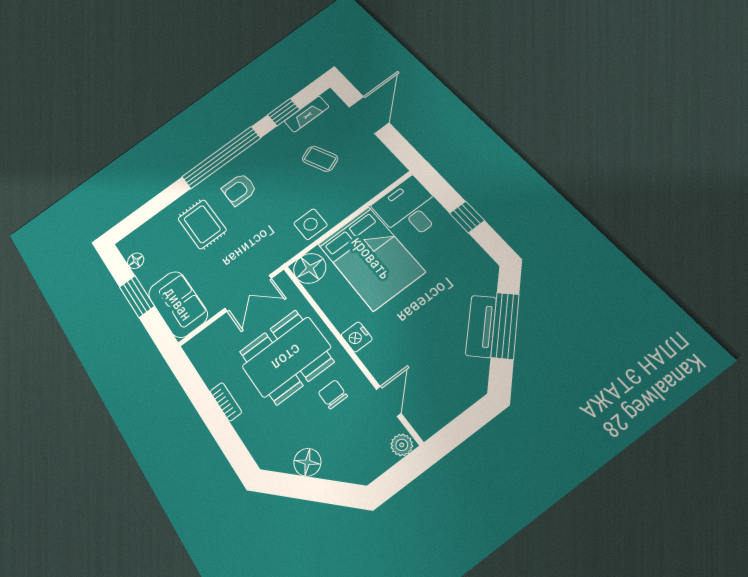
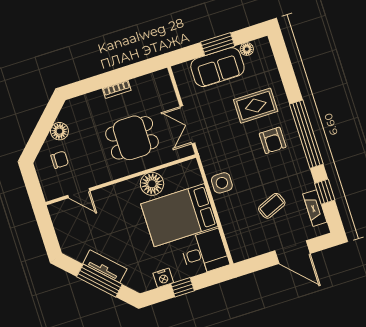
armchair: (239, 189) -> (273, 140), turned 180
floor lamp: (310, 268) -> (152, 184), moved
sofa: (178, 304) -> (217, 67), moved
nightstand: (357, 337) -> (163, 278), moved, turned 180
dining table: (286, 357) -> (132, 138), width x0.73
chair: (333, 394) -> (60, 160), moved
plant: (402, 445) -> (50, 192), removed

